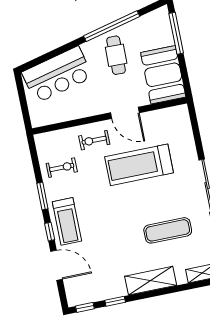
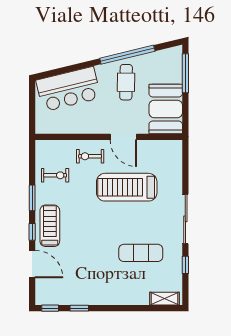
treadmill: (67, 221) -> (50, 226), turned 180
shelving: (151, 281) -> (116, 296), removed

